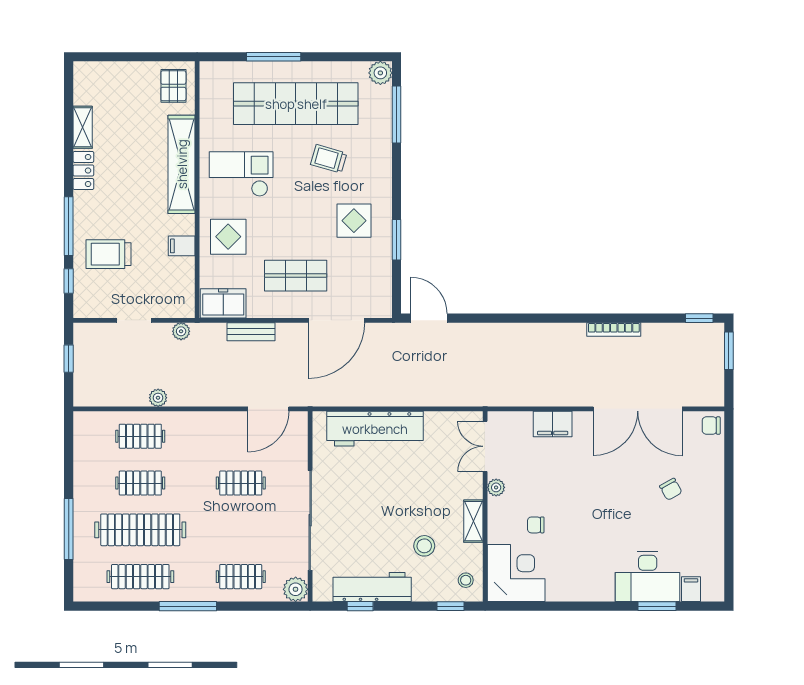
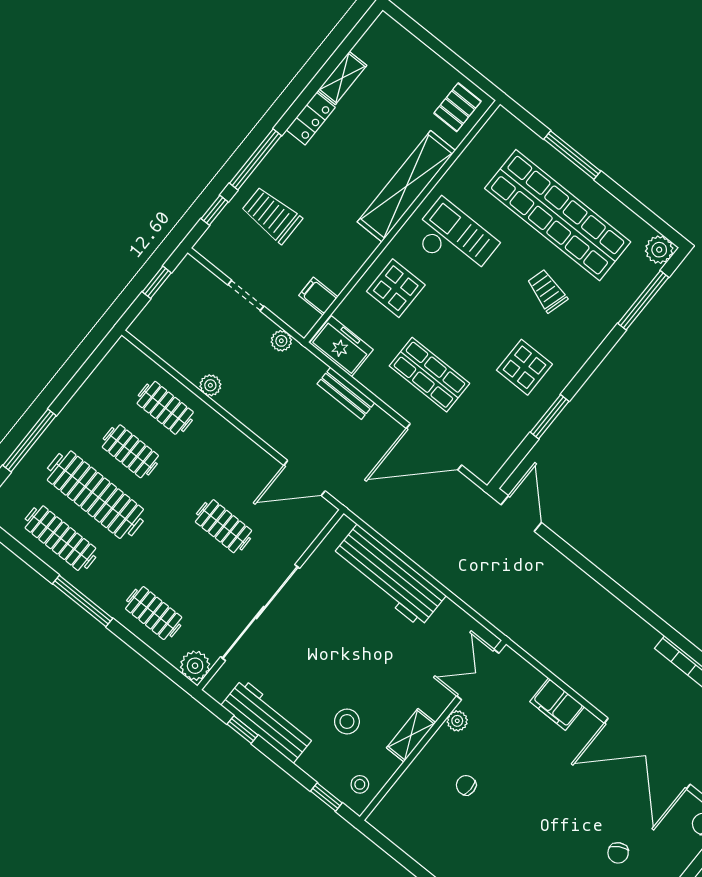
filing cabinet: (182, 246) -> (318, 296), moved
corner desk: (516, 573) -> (412, 815), removed

